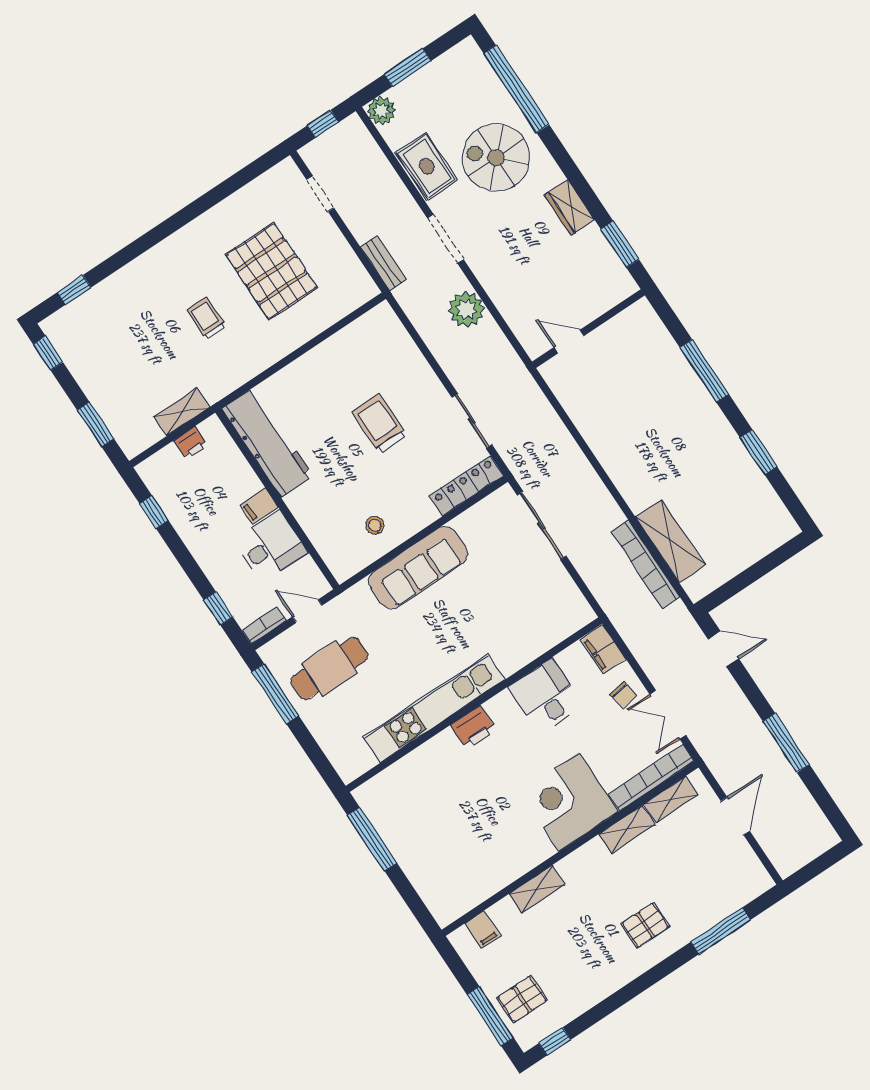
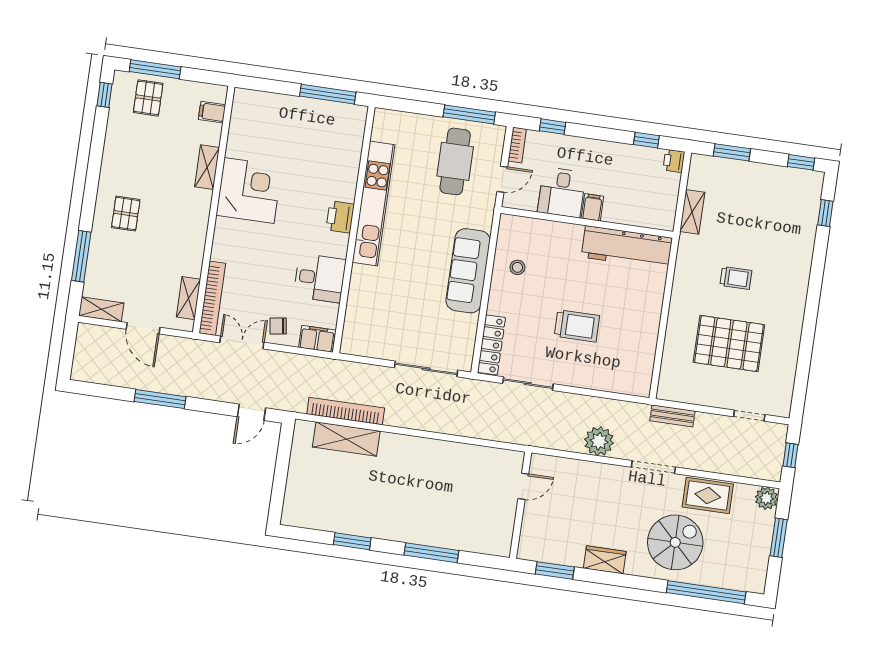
printer: (191, 443) -> (674, 161), moved
corner desk: (569, 802) -> (249, 191), moved
shelving: (627, 829) -> (101, 309), moved, turned 90

